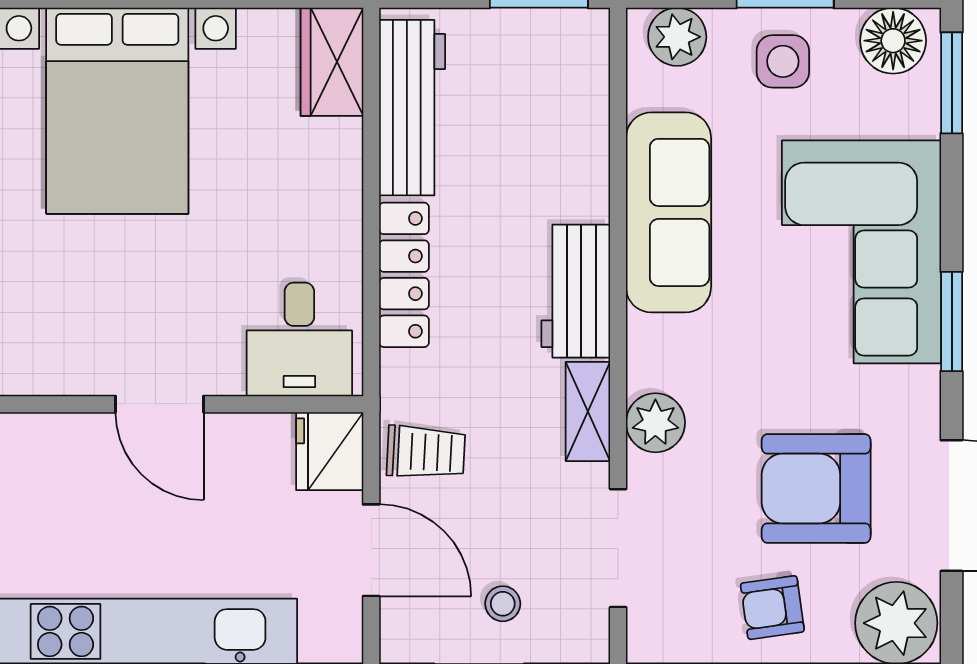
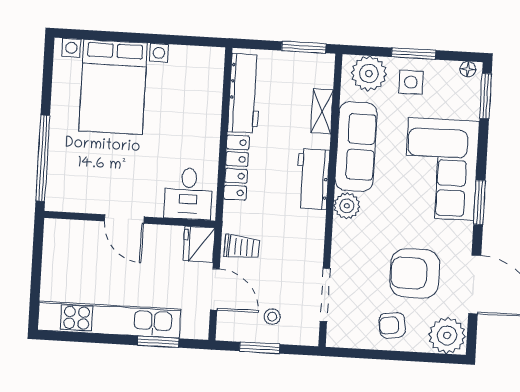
plant: (677, 37) -> (369, 73), width x1.36, depth x1.36
floor lamp: (893, 41) -> (468, 69), width x0.53, depth x0.53
wardrobe: (332, 62) -> (210, 71), removed
shelving: (588, 411) -> (322, 111), moved
plant: (655, 423) -> (347, 206), moved

